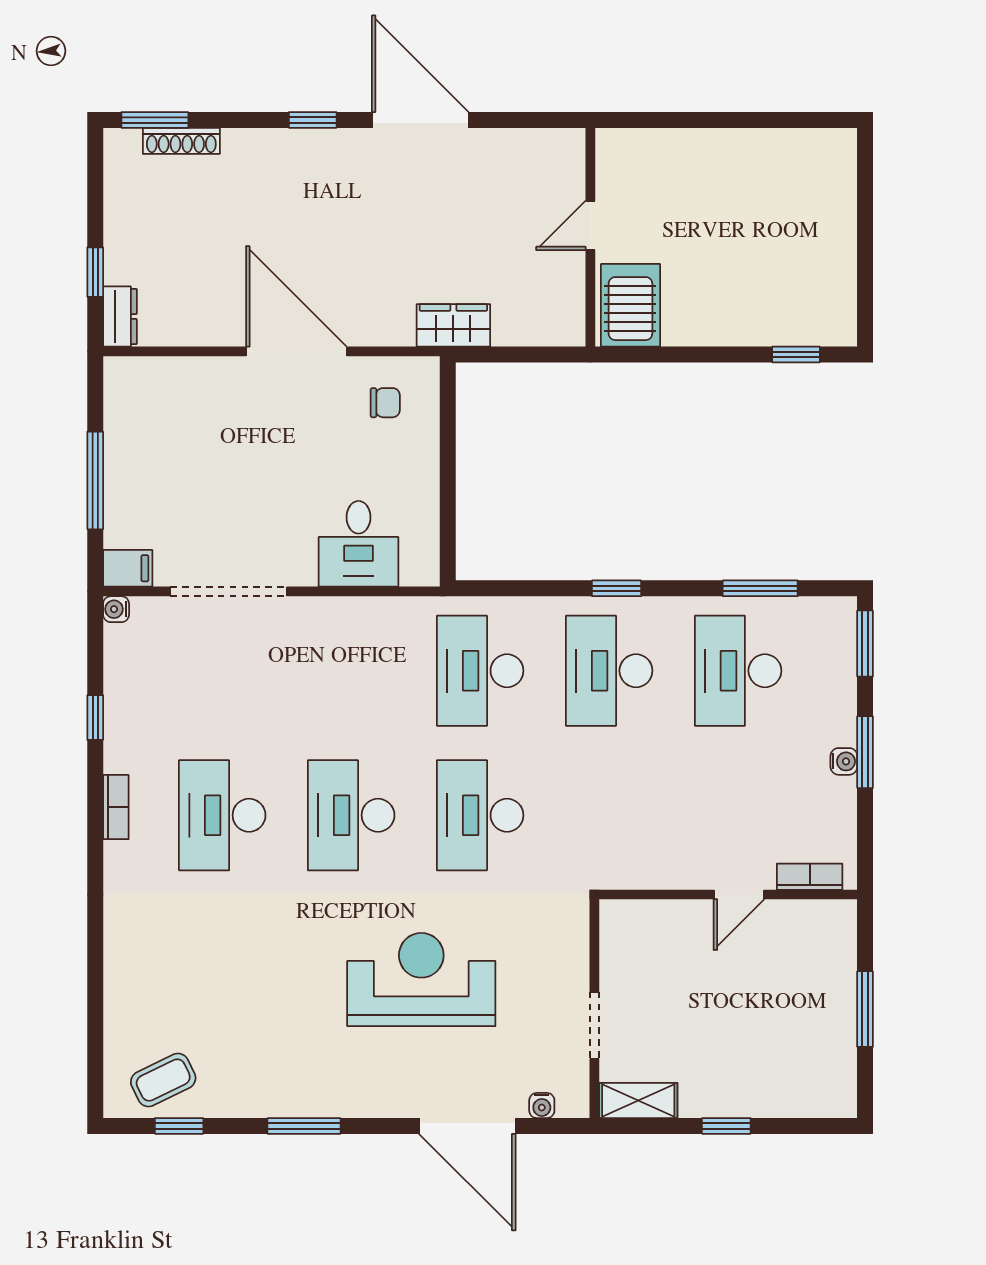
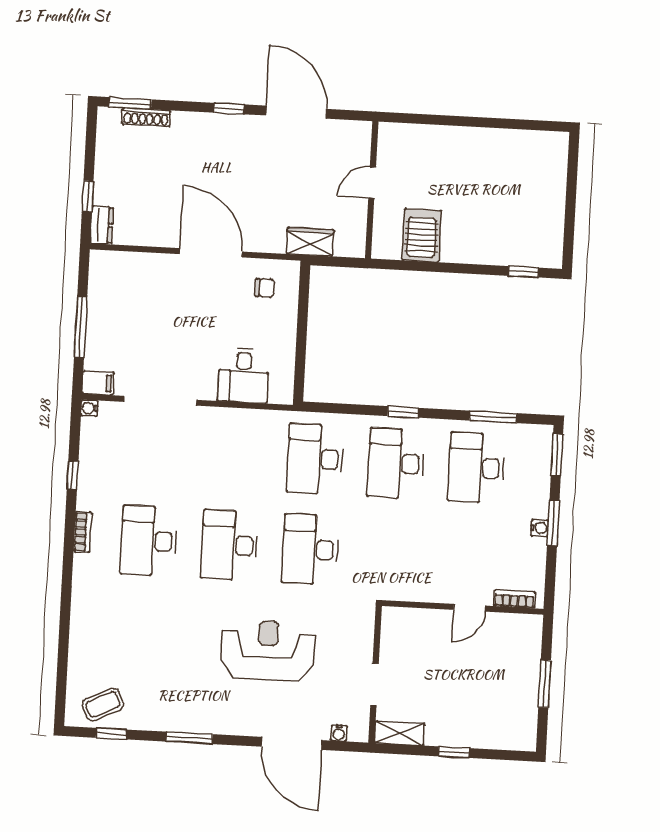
door: (590, 225) -> (372, 183), moved
wall: (590, 237) -> (372, 190), moved

